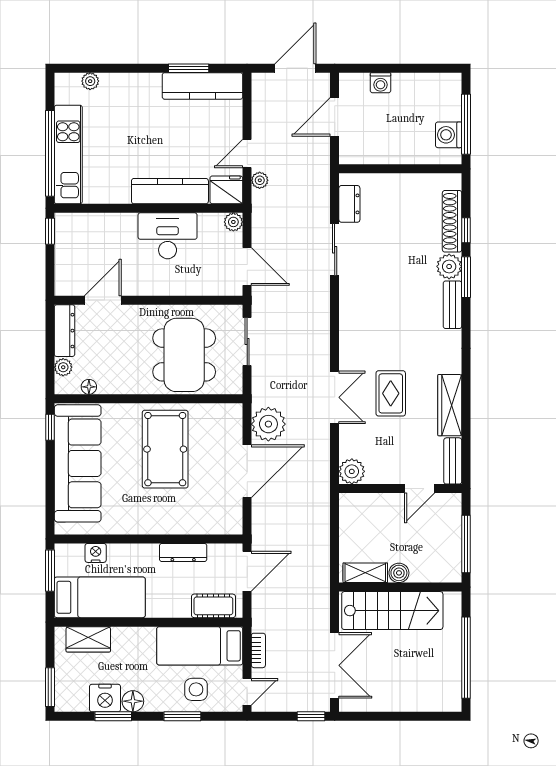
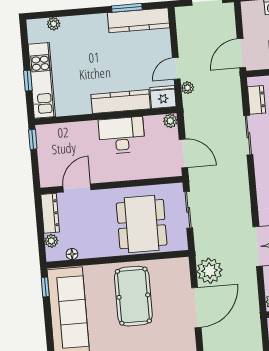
door: (335, 117) -> (241, 53), moved
window: (50, 153) -> (28, 81), width x0.32

